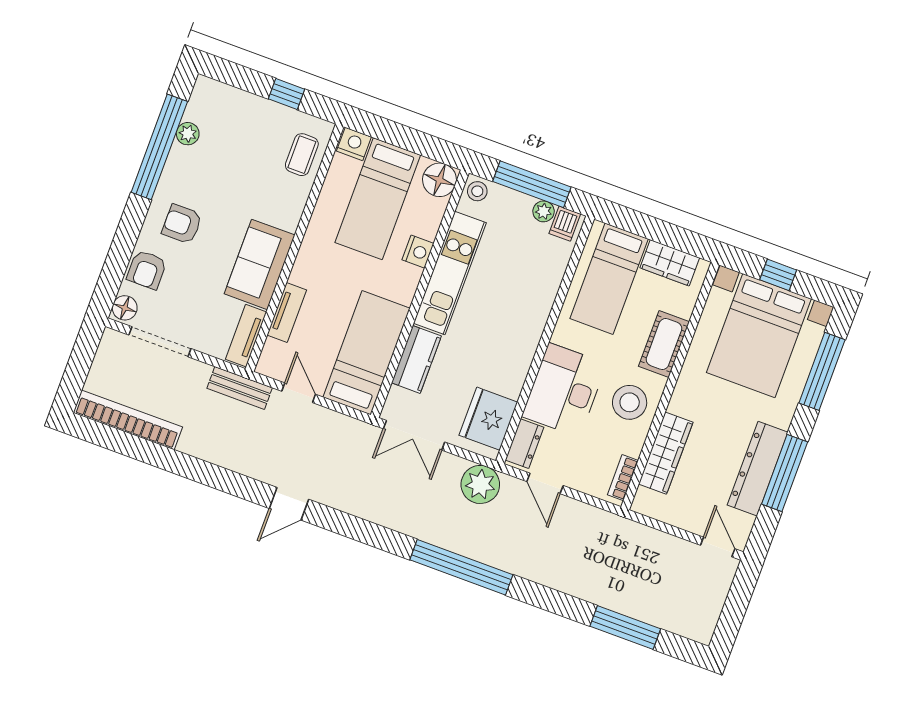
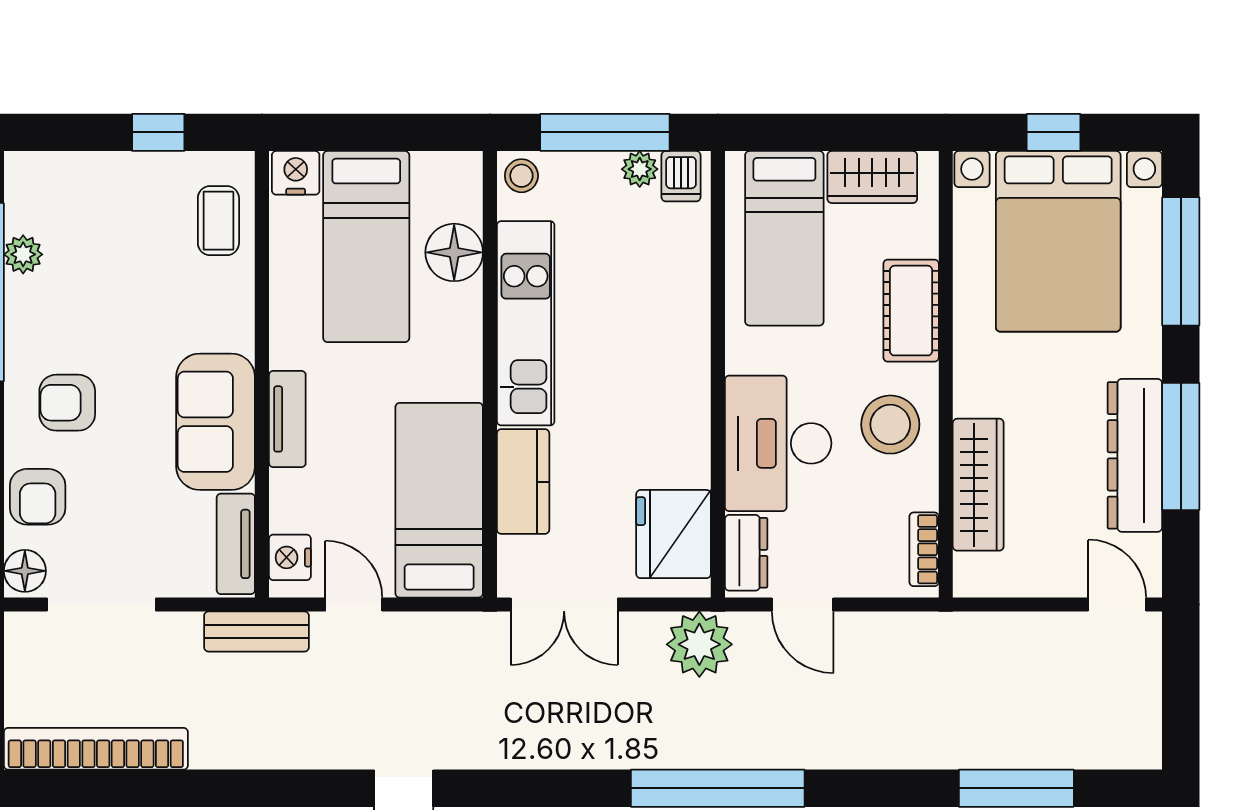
floor lamp: (440, 180) -> (454, 252), moved
nightstand: (418, 252) -> (290, 557), moved, turned 180
tv unit: (287, 312) -> (287, 419), moved

